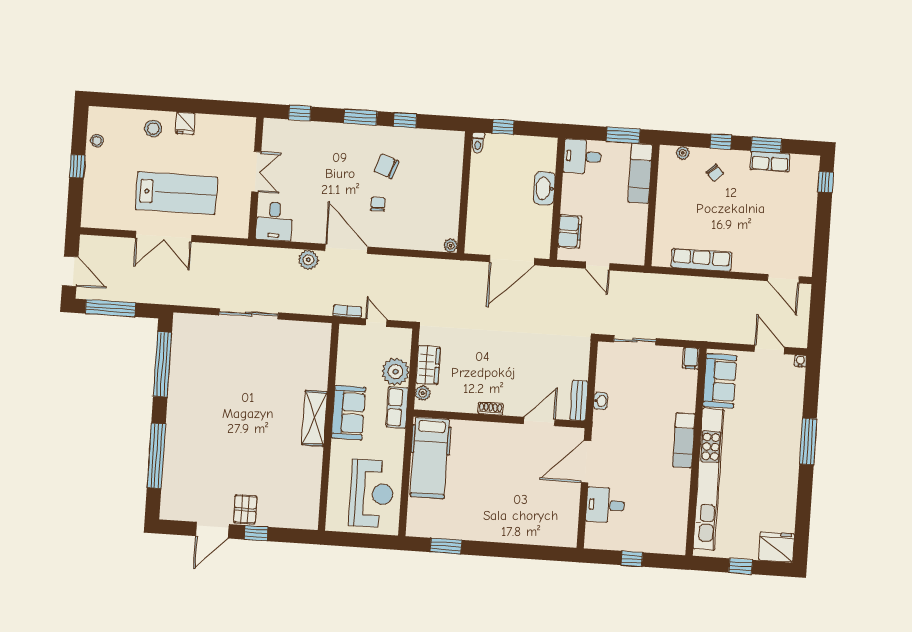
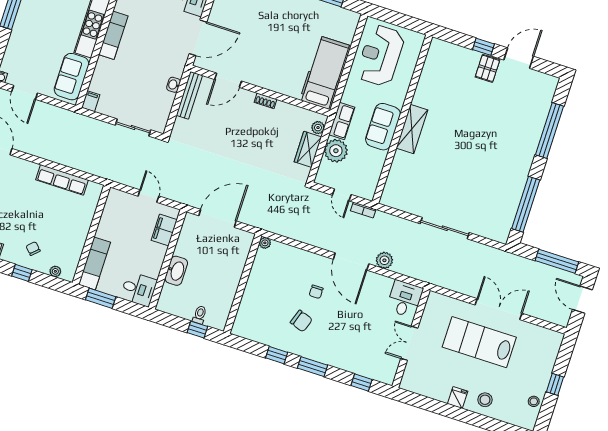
toilet: (478, 143) -> (200, 315), moved
bench: (579, 401) -> (189, 95), width x1.36

